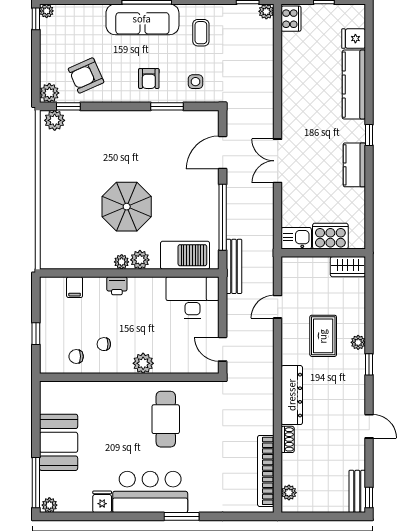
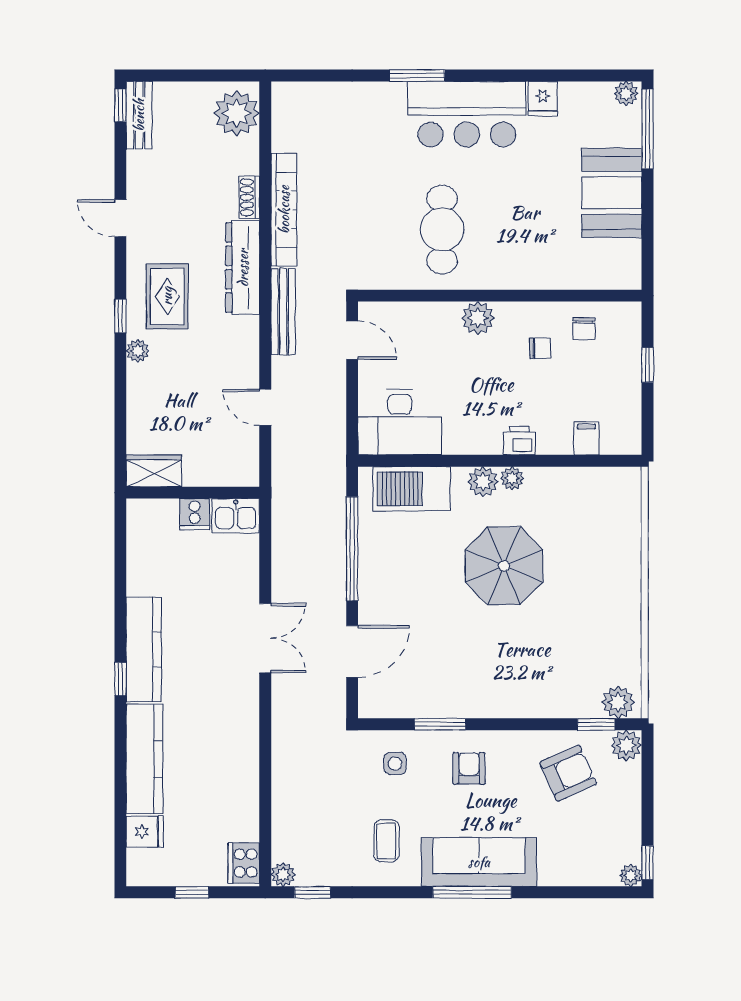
kitchen counter: (354, 165) -> (144, 649), width x1.50
cooker: (330, 236) -> (195, 514), width x0.53, depth x0.76
bench: (234, 266) -> (283, 312), moved
door: (278, 307) -> (265, 407), swing flipped
rug: (323, 336) -> (167, 296), moved
chair: (76, 356) -> (584, 329), turned 90
bookcase: (266, 471) -> (284, 210), moved
plant: (289, 493) -> (237, 113), width x1.87, depth x1.87

